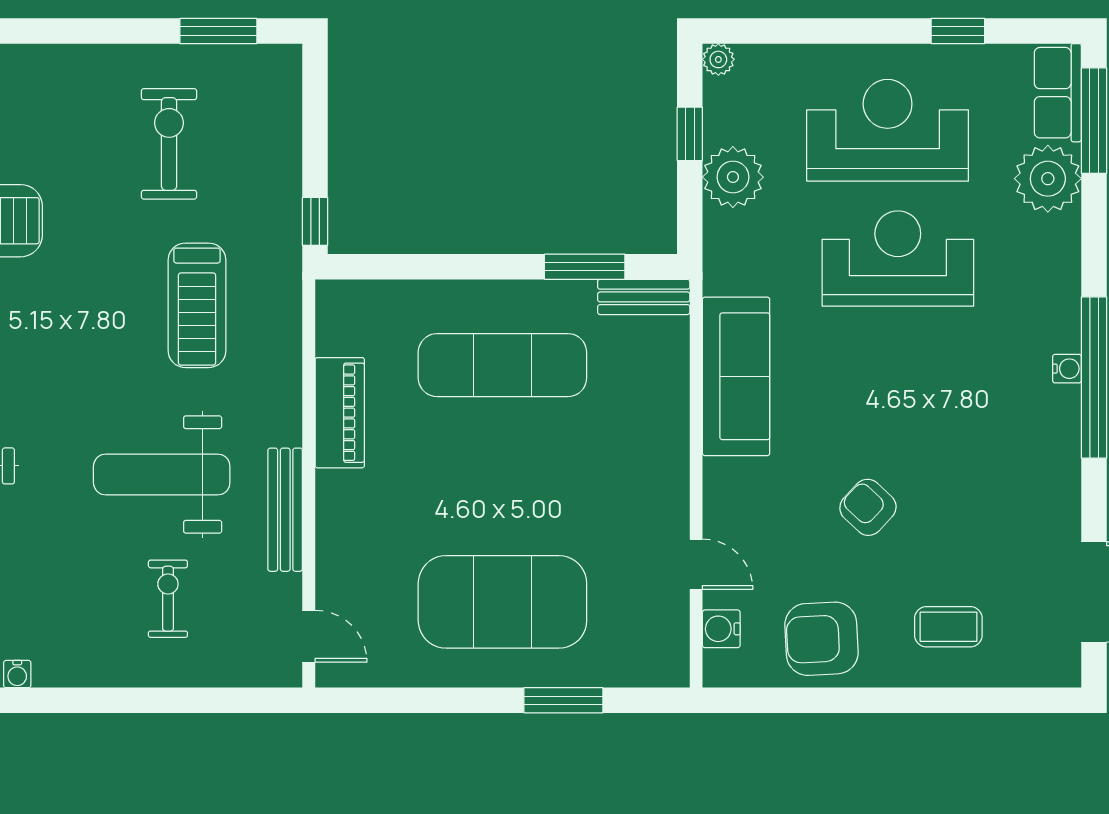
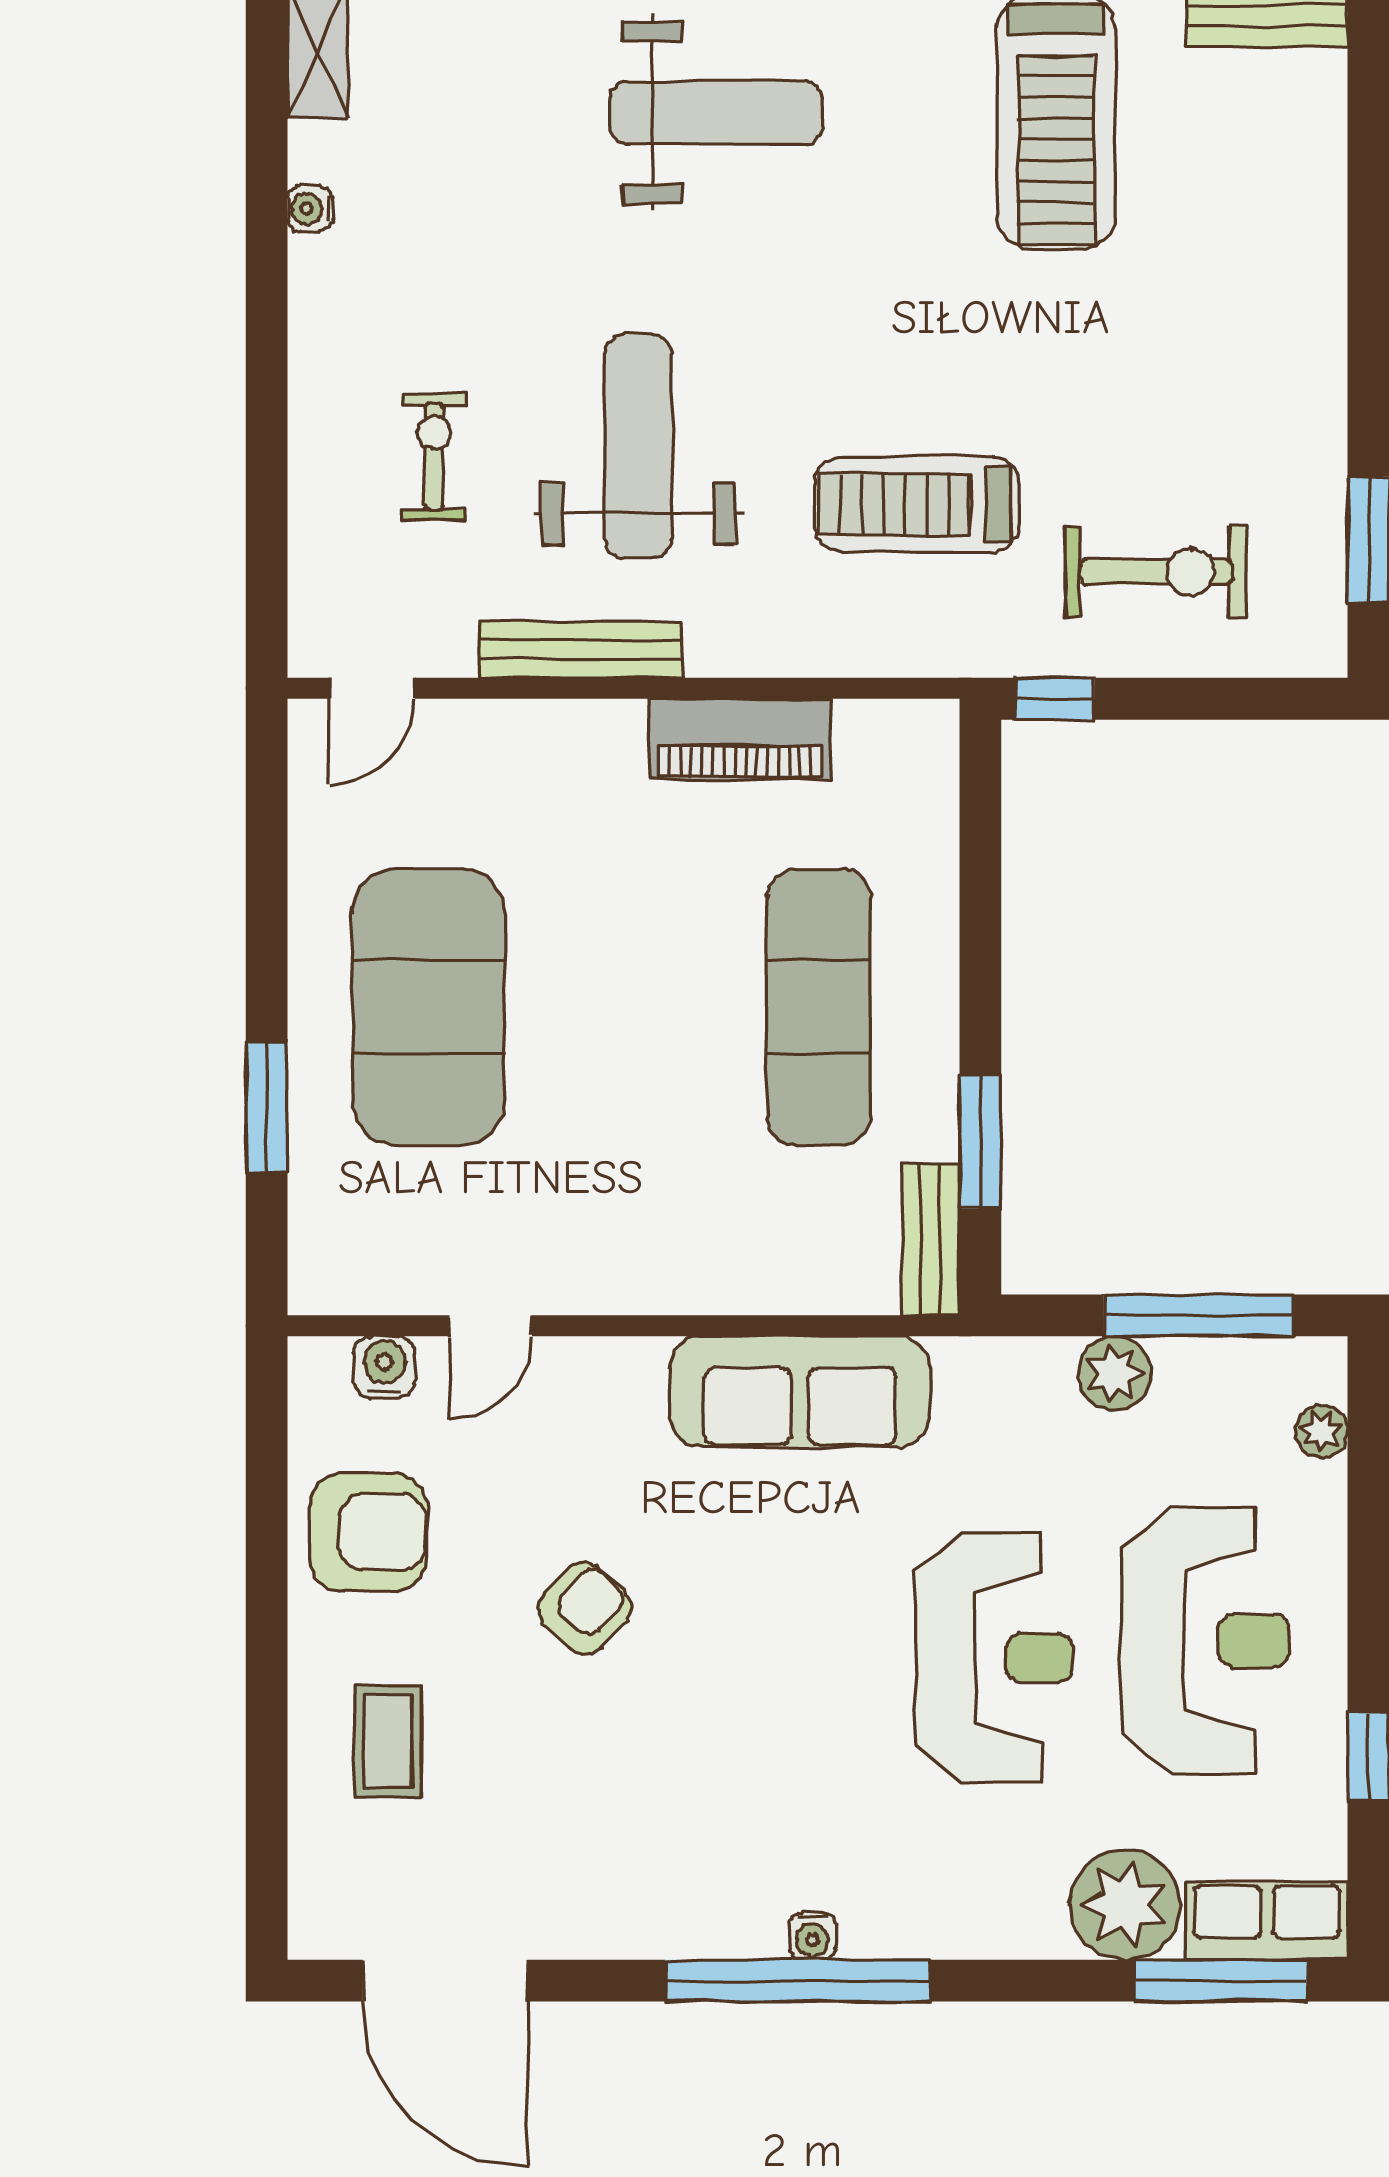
plant: (718, 59) -> (1321, 1431), moved
window: (690, 134) -> (1199, 1315), width x2.17
exercise bike: (169, 144) -> (1156, 572), moved
plant: (733, 177) -> (1115, 1373), width x0.73, depth x0.73
exercise bike: (168, 599) -> (434, 457), turned -90
armchair: (822, 639) -> (368, 1532), turned 93

